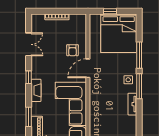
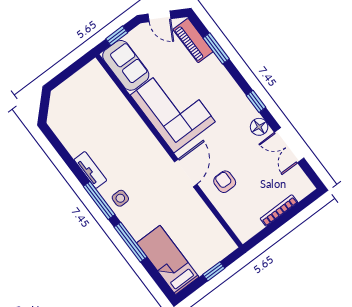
bed: (119, 33) -> (168, 260), width x0.49
floor lamp: (36, 64) -> (259, 127), added
fireplace: (36, 90) -> (233, 91), removed

